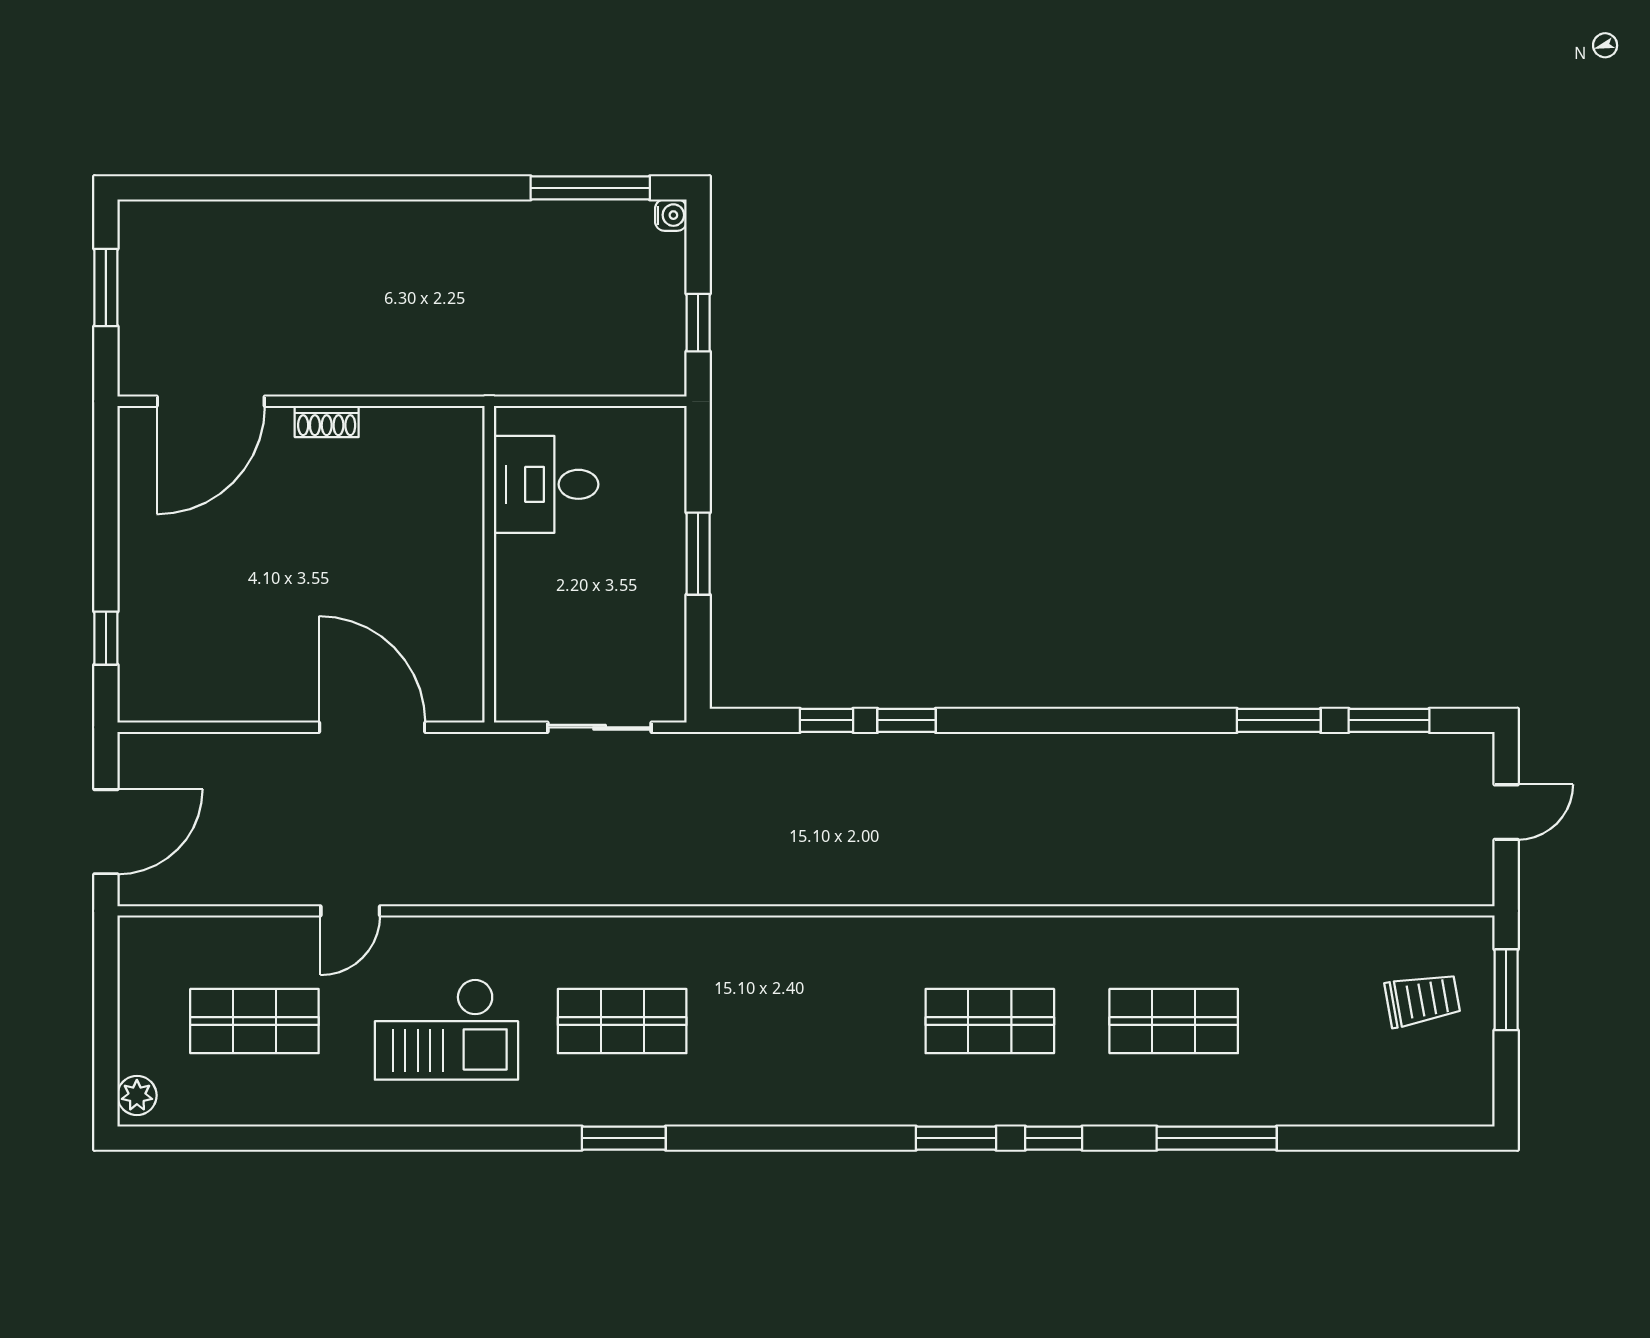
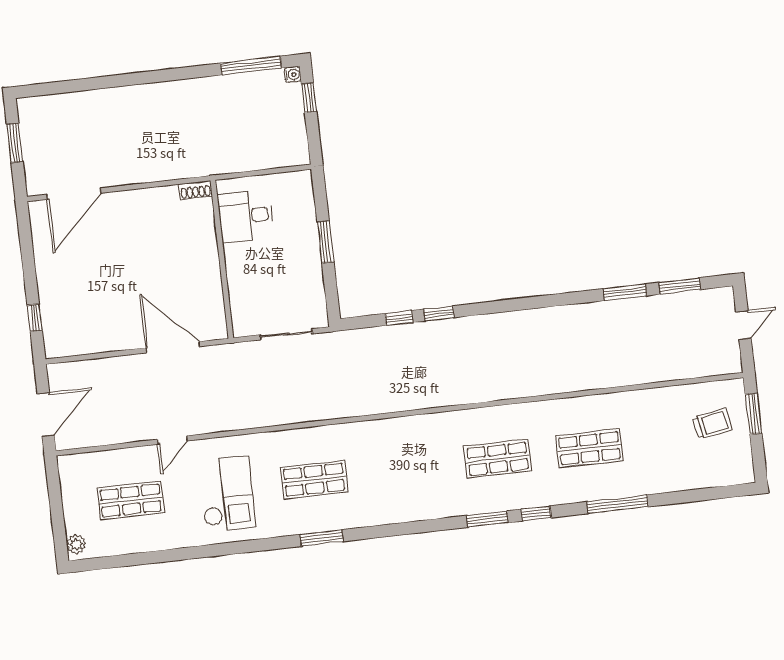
window: (698, 323) -> (309, 98), moved
shoe rack: (327, 421) -> (195, 190), moved
checkout: (446, 1029) -> (227, 494), turned -90

